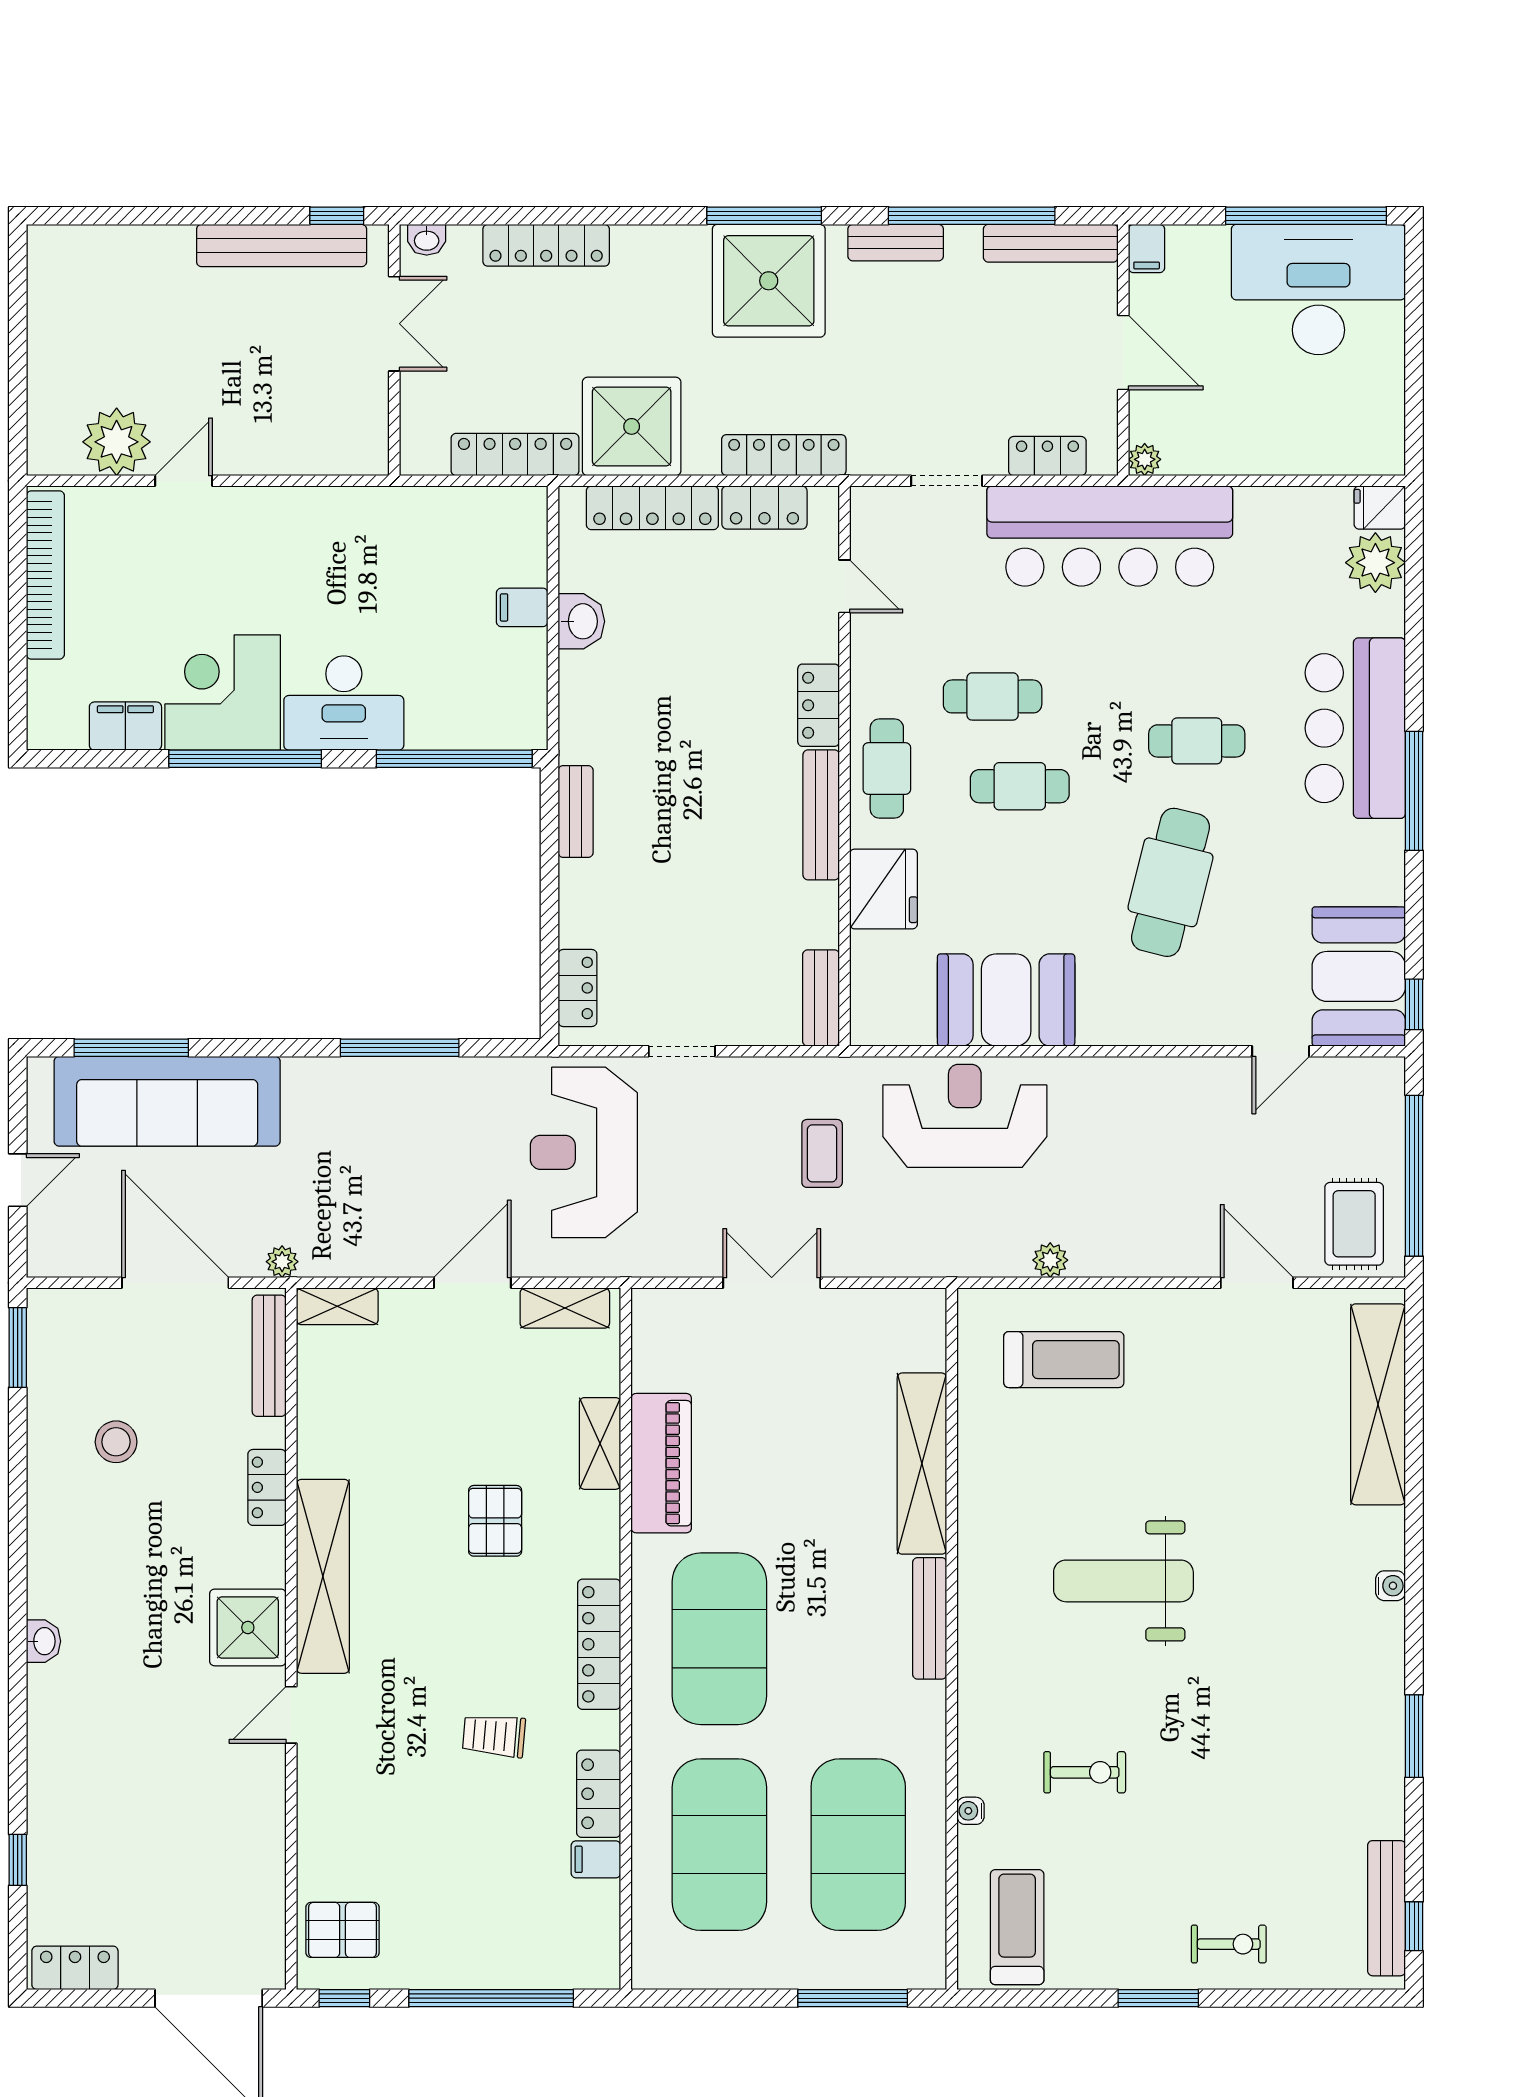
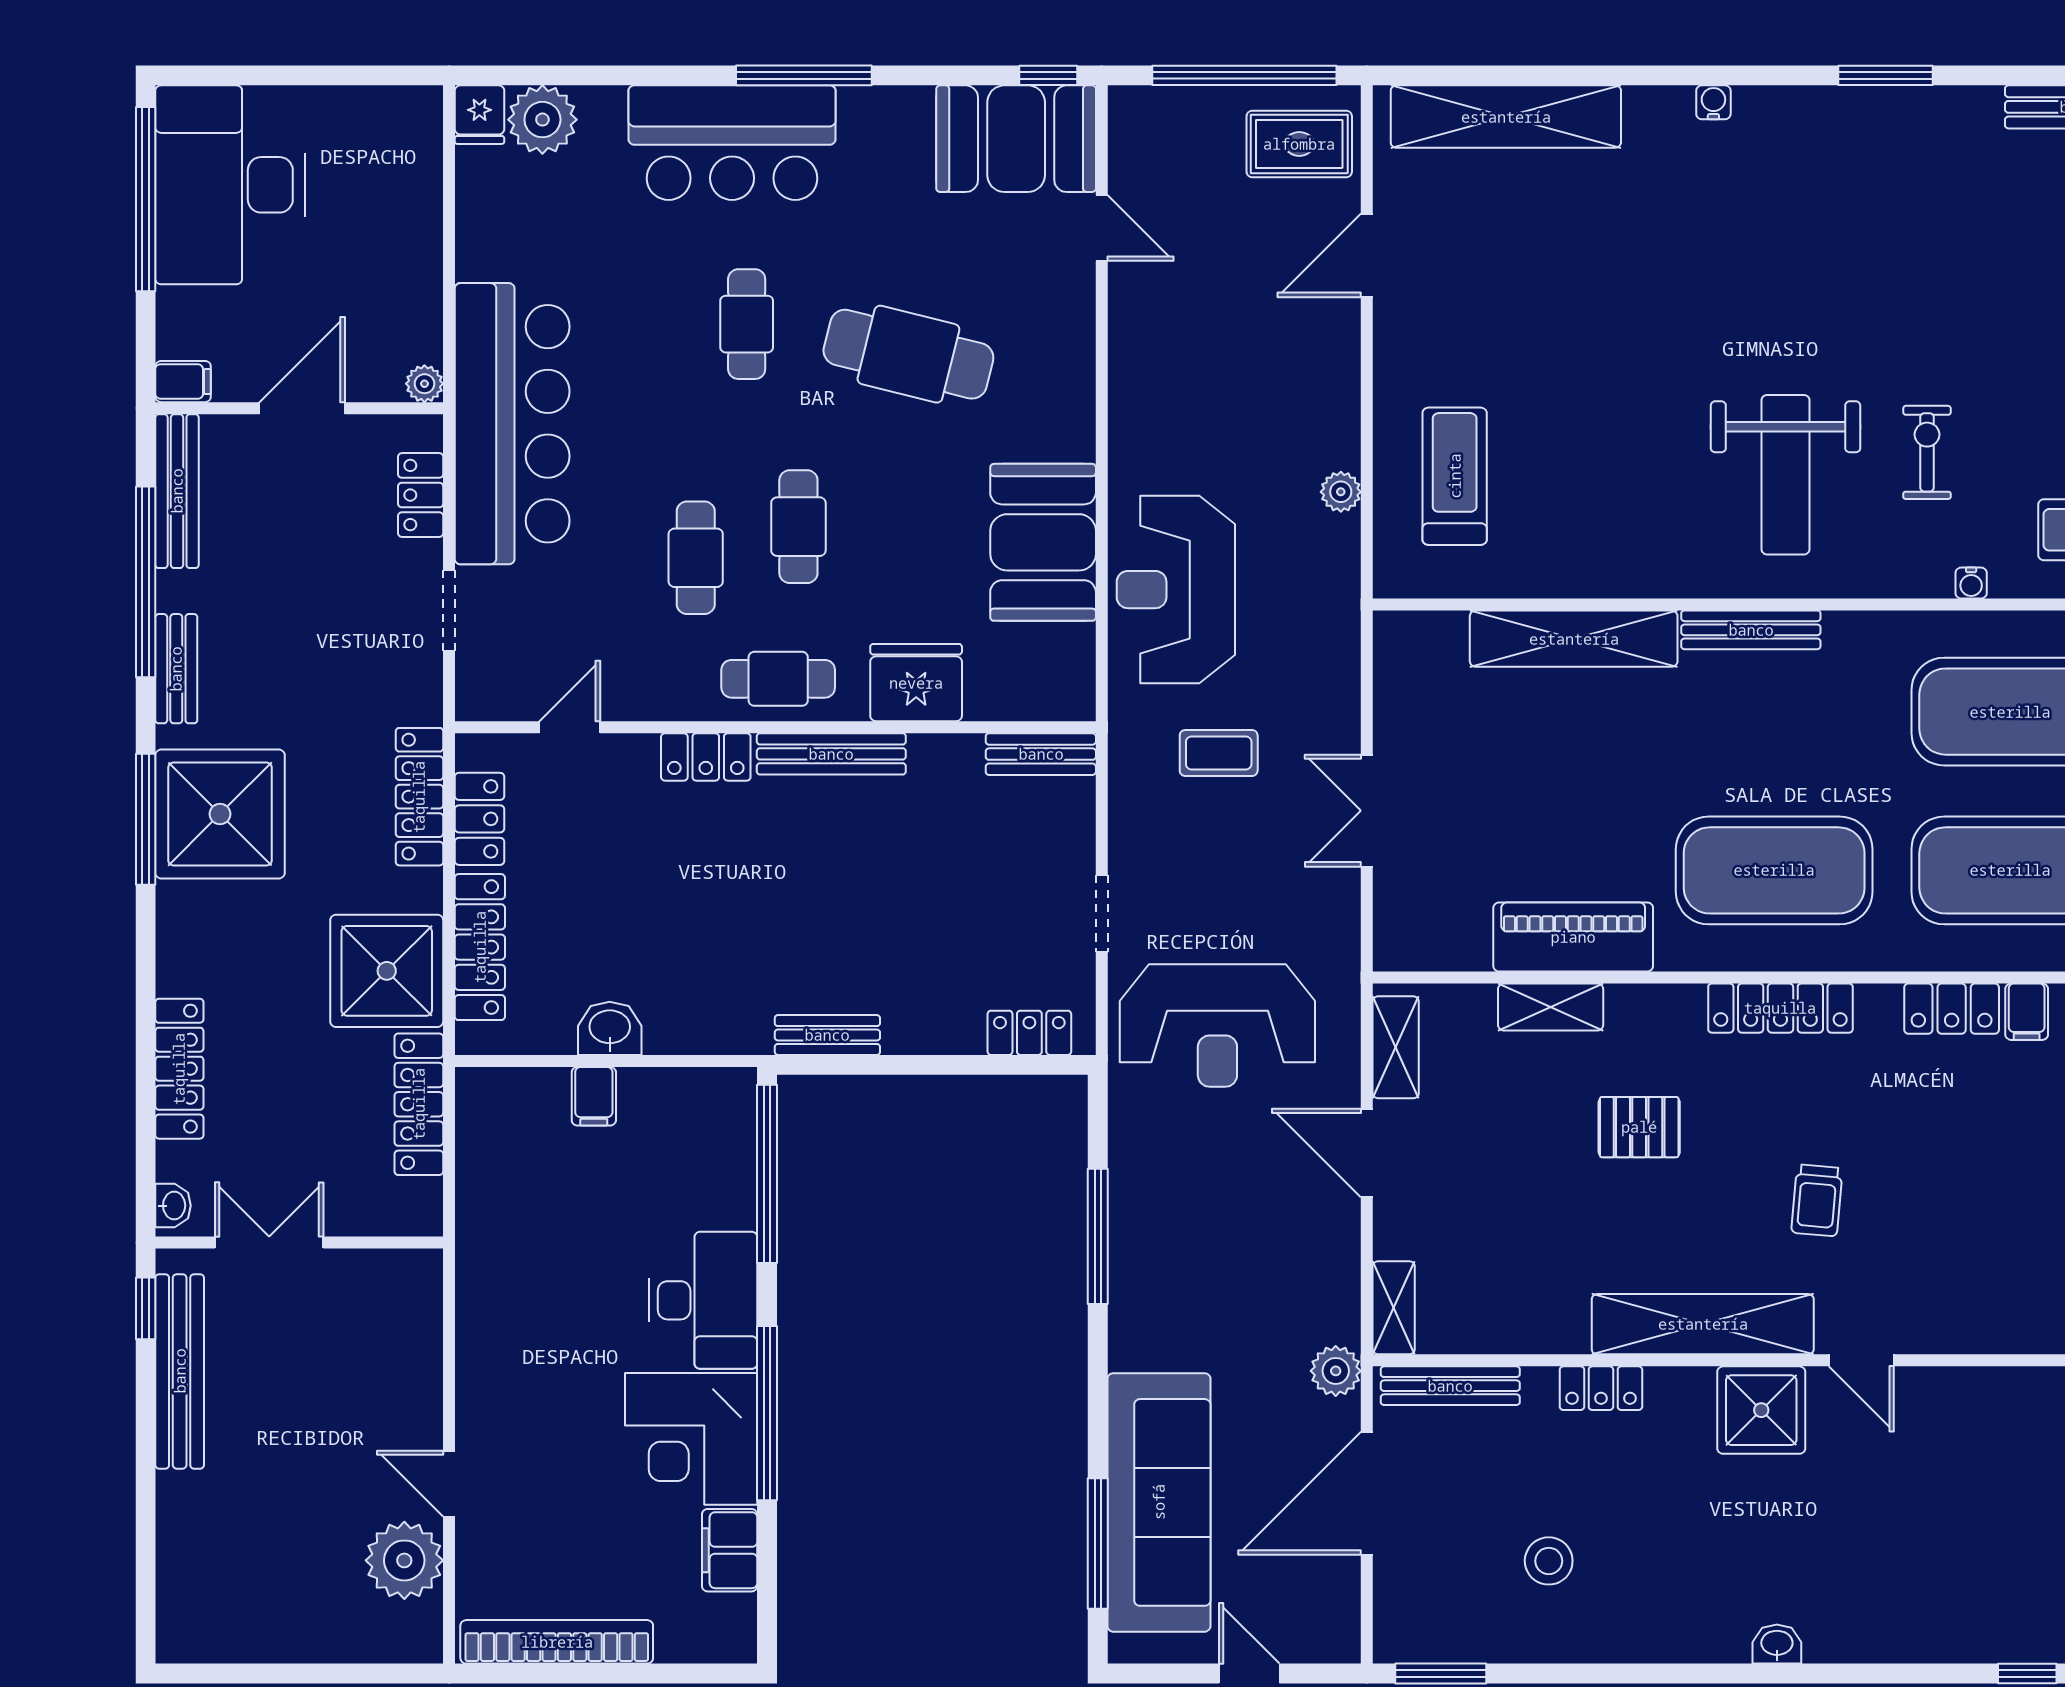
plant: (282, 1262) -> (1336, 1371), width x1.38, depth x1.38
weight bench: (1123, 1581) -> (1786, 475), moved
trolley: (494, 1736) -> (1817, 1200), moved

